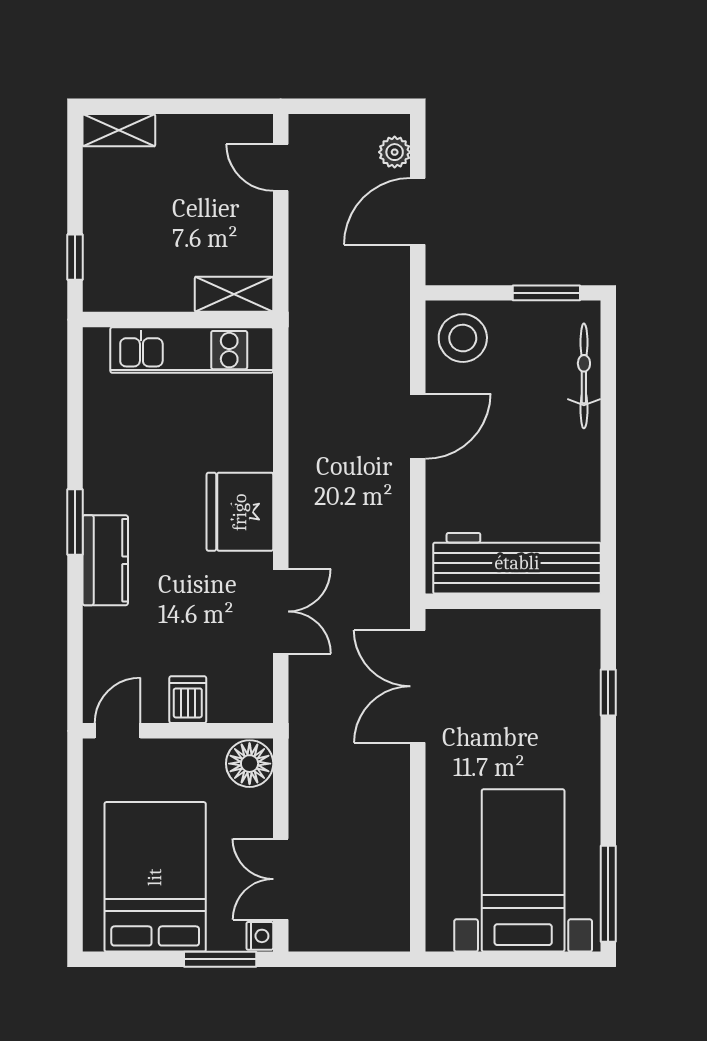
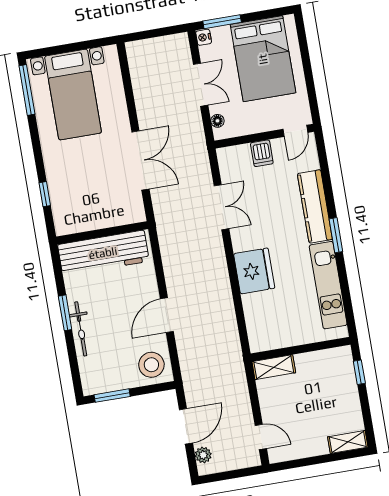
kitchen unit: (192, 350) -> (328, 285), moved, turned -90
bicycle: (584, 376) -> (81, 329), moved
window: (608, 463) -> (65, 313), added
fridge: (240, 512) -> (254, 271), moved
kitchen counter: (105, 560) -> (315, 206), width x1.50
double door: (281, 611) -> (221, 207), swing flipped
double door: (418, 686) -> (140, 160), moved
floor lamp: (250, 764) -> (217, 121), width x0.53, depth x0.53
double door: (281, 879) -> (201, 85), moved

